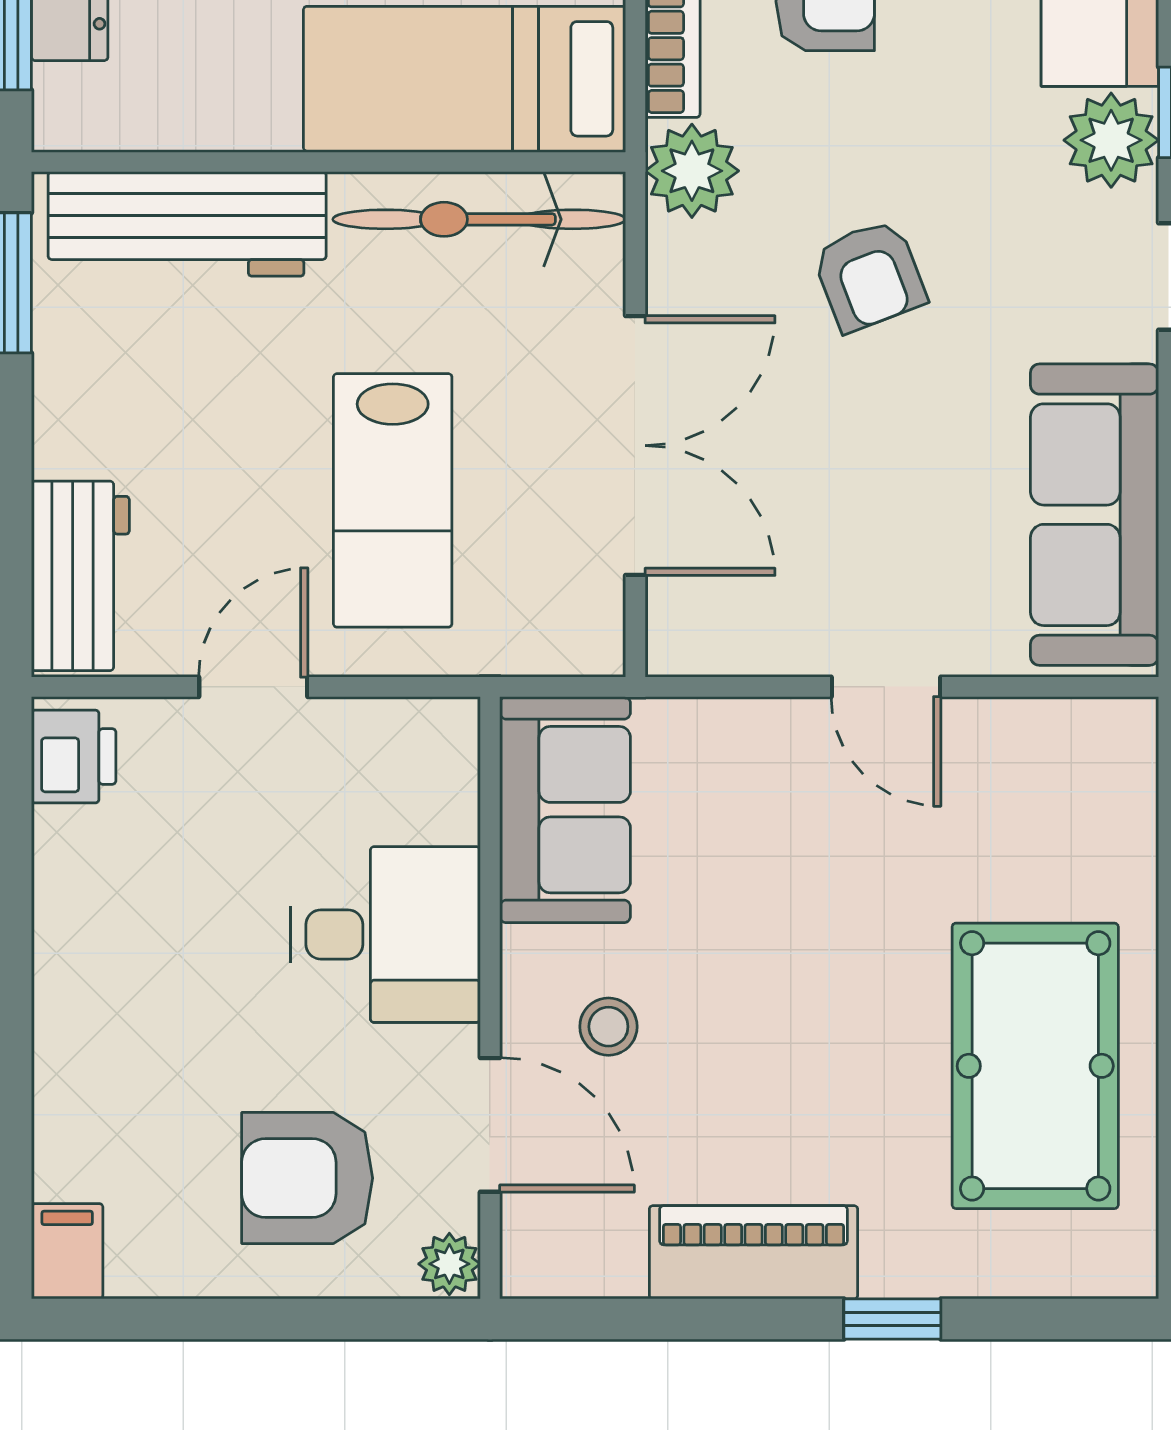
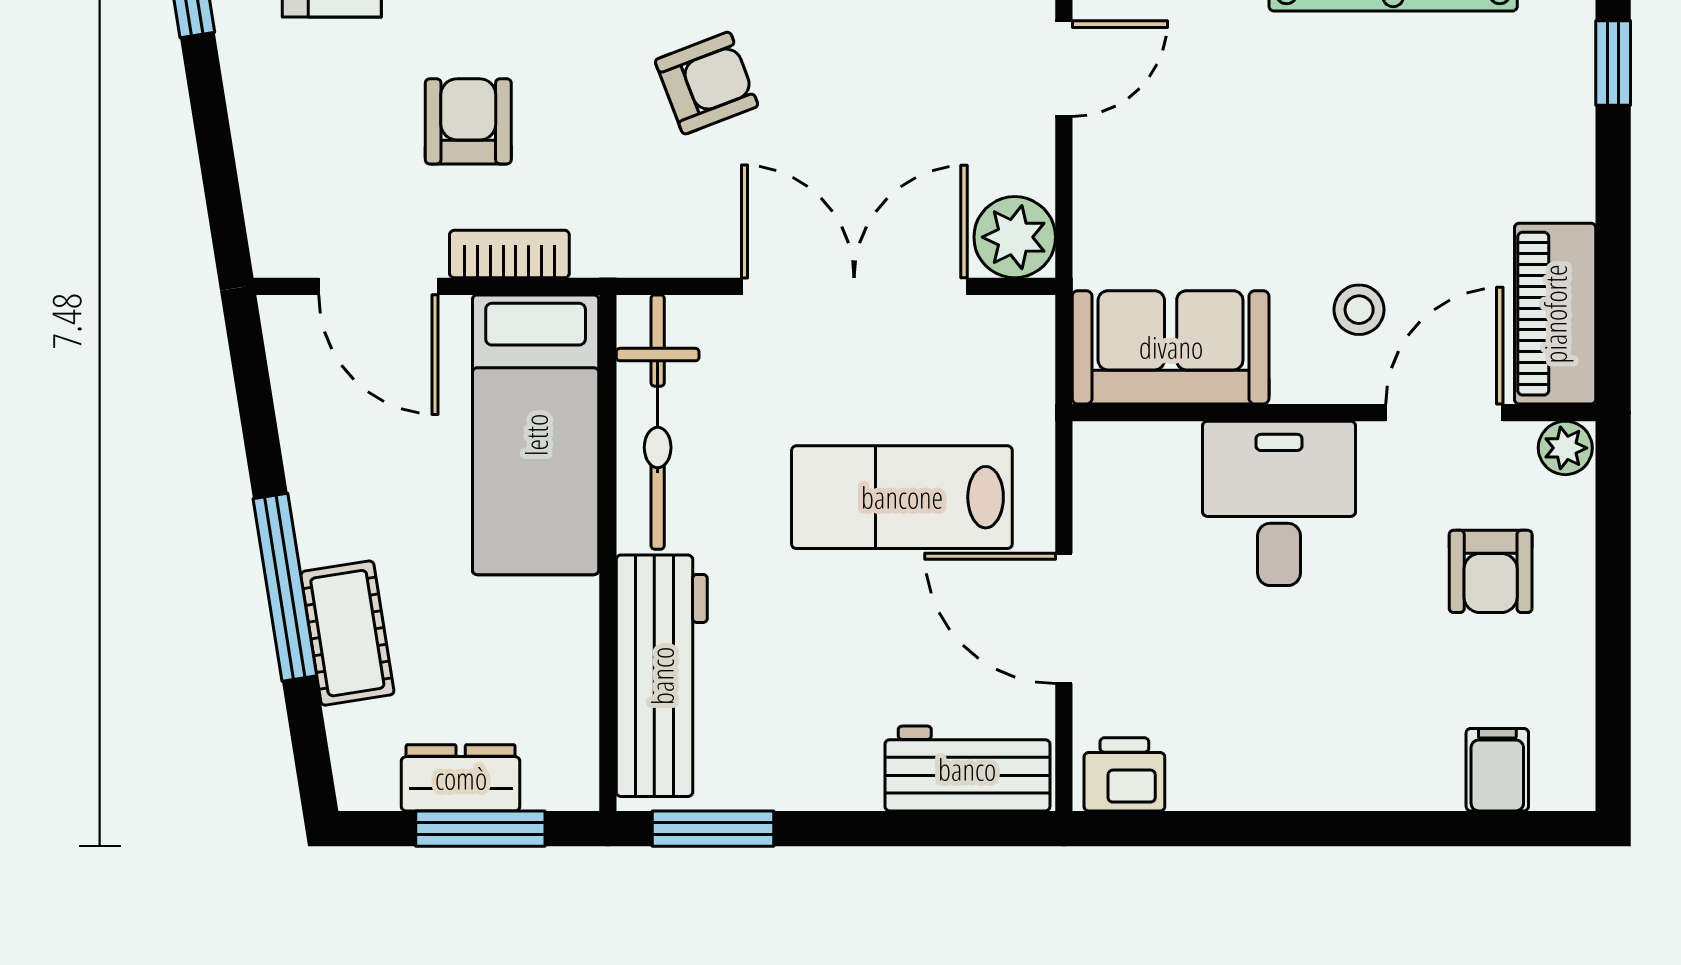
plant: (692, 171) -> (1015, 237), moved
lab bench: (393, 500) -> (902, 497), turned 180
door: (253, 687) -> (1064, 618), width x1.37
armchair: (307, 1178) -> (1491, 571), width x0.72, depth x0.72
filing cabinet: (67, 1251) -> (1497, 770), moved, turned 90
piano: (753, 1252) -> (1555, 314), moved

